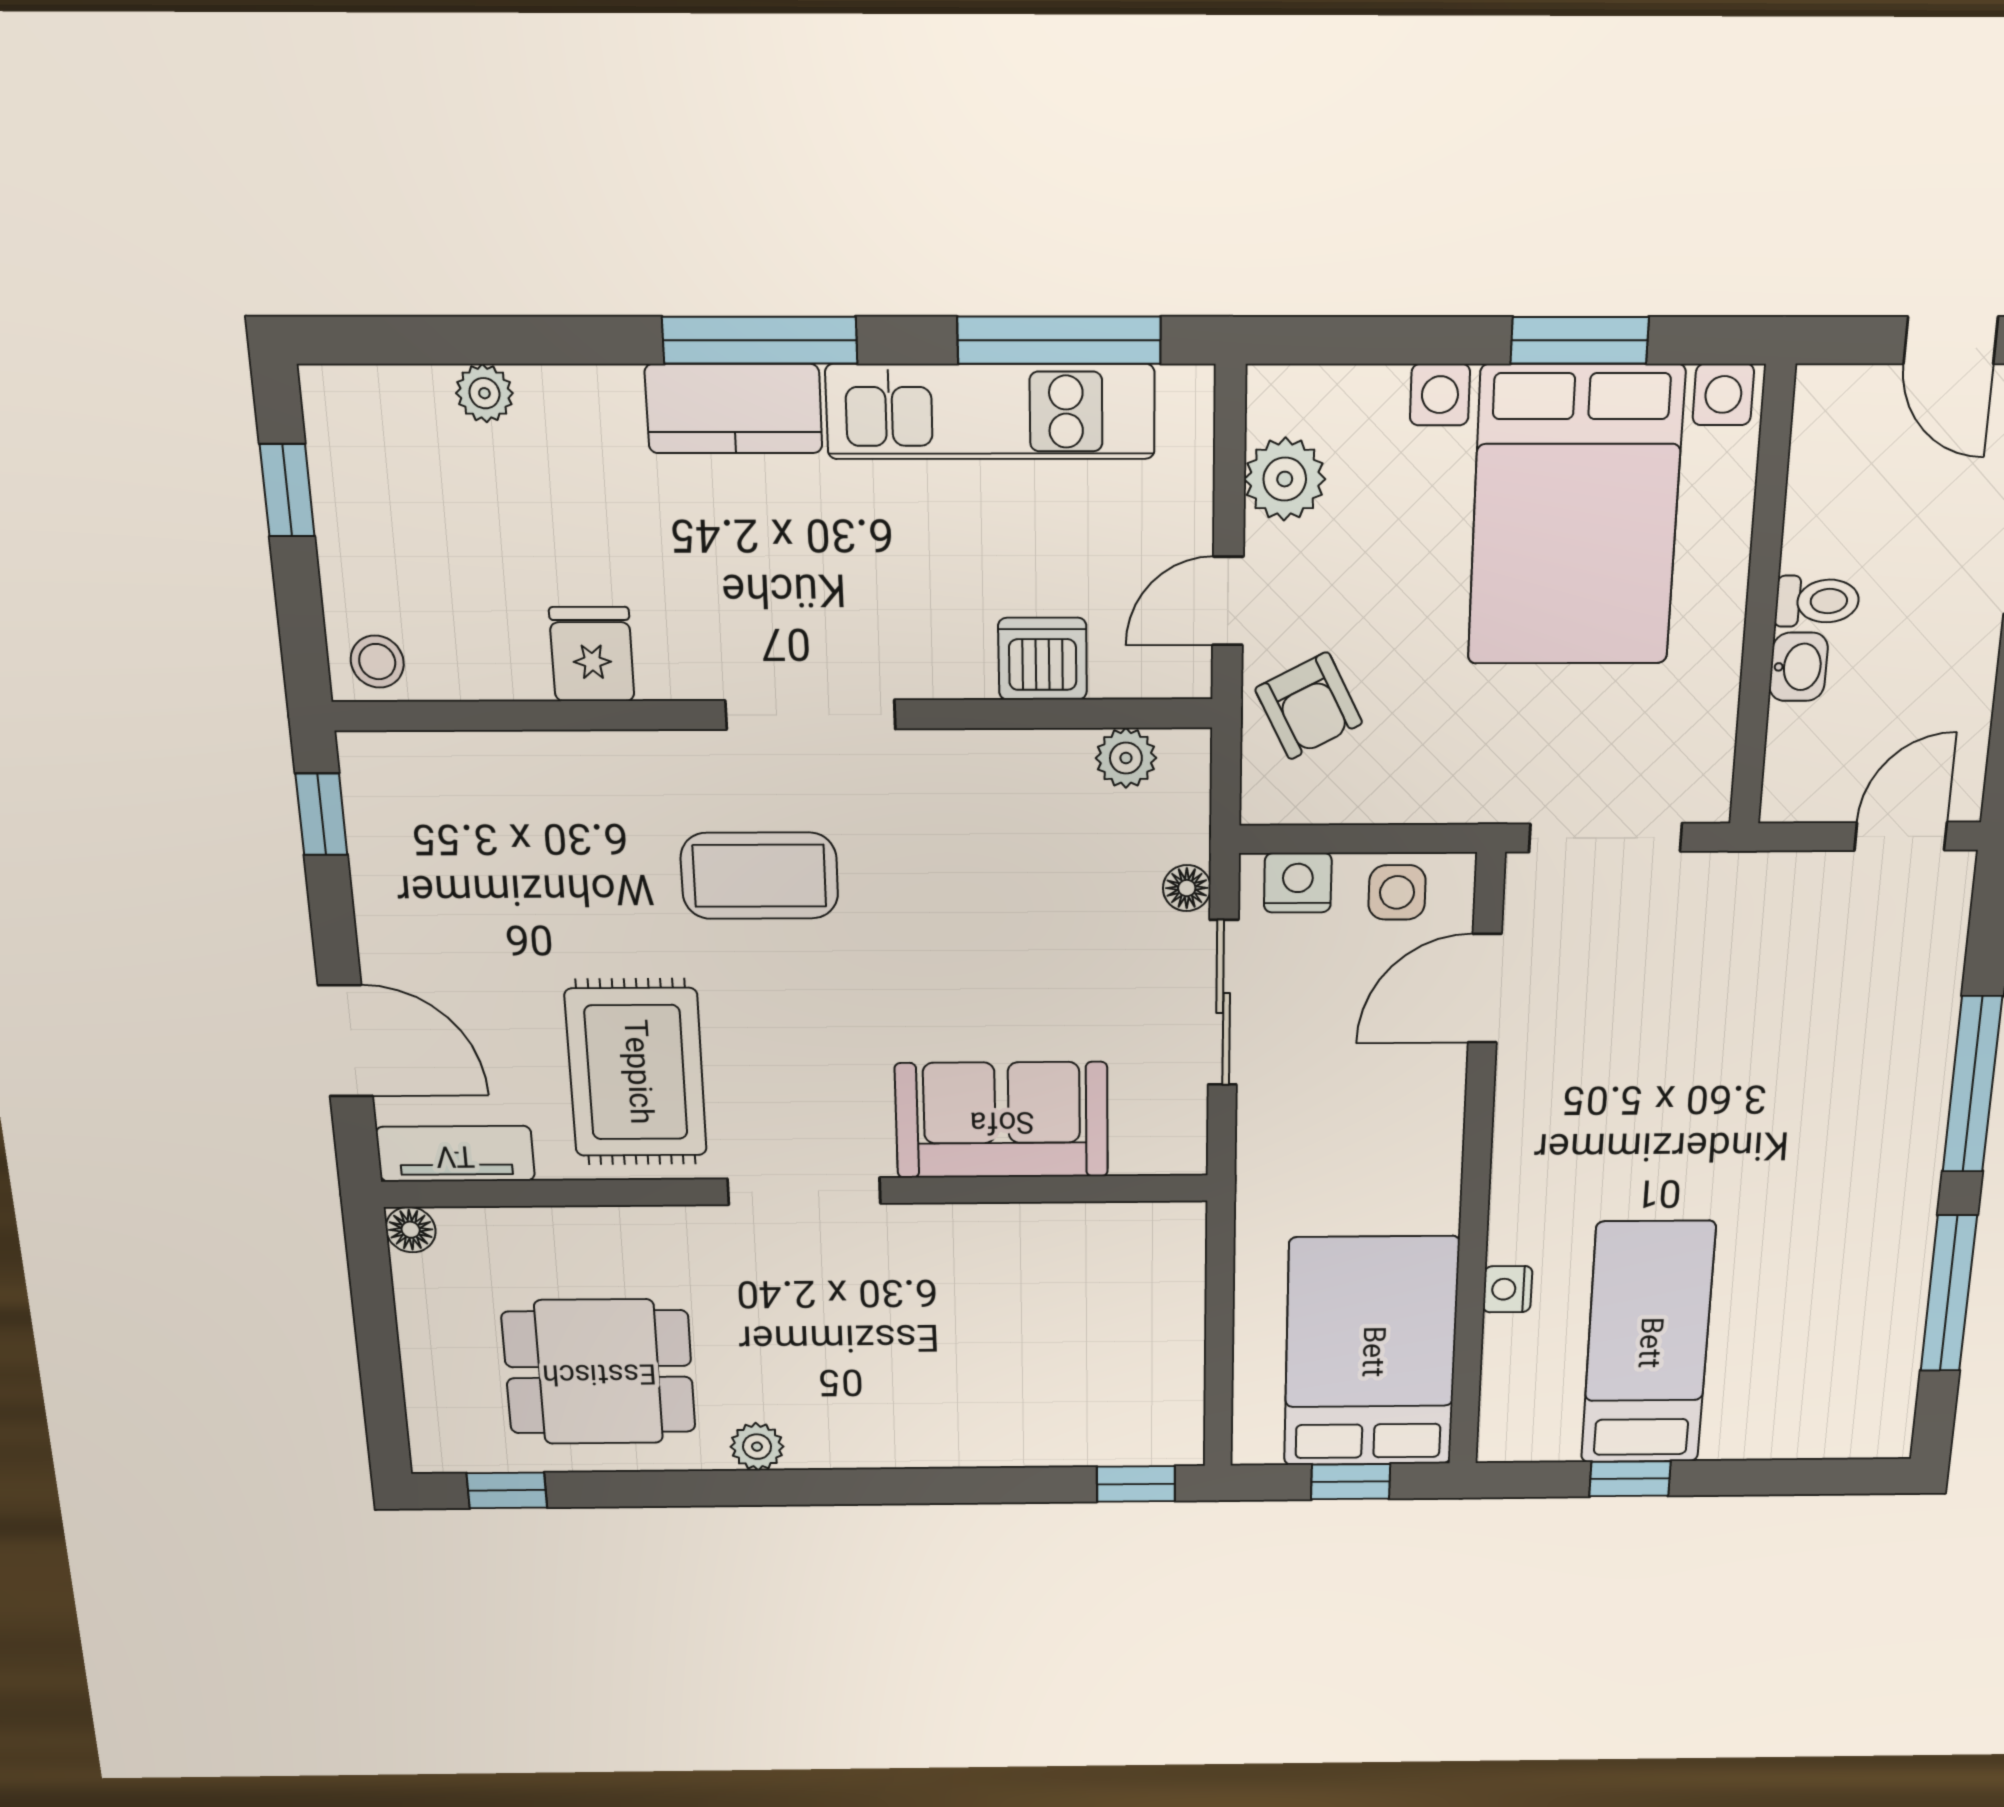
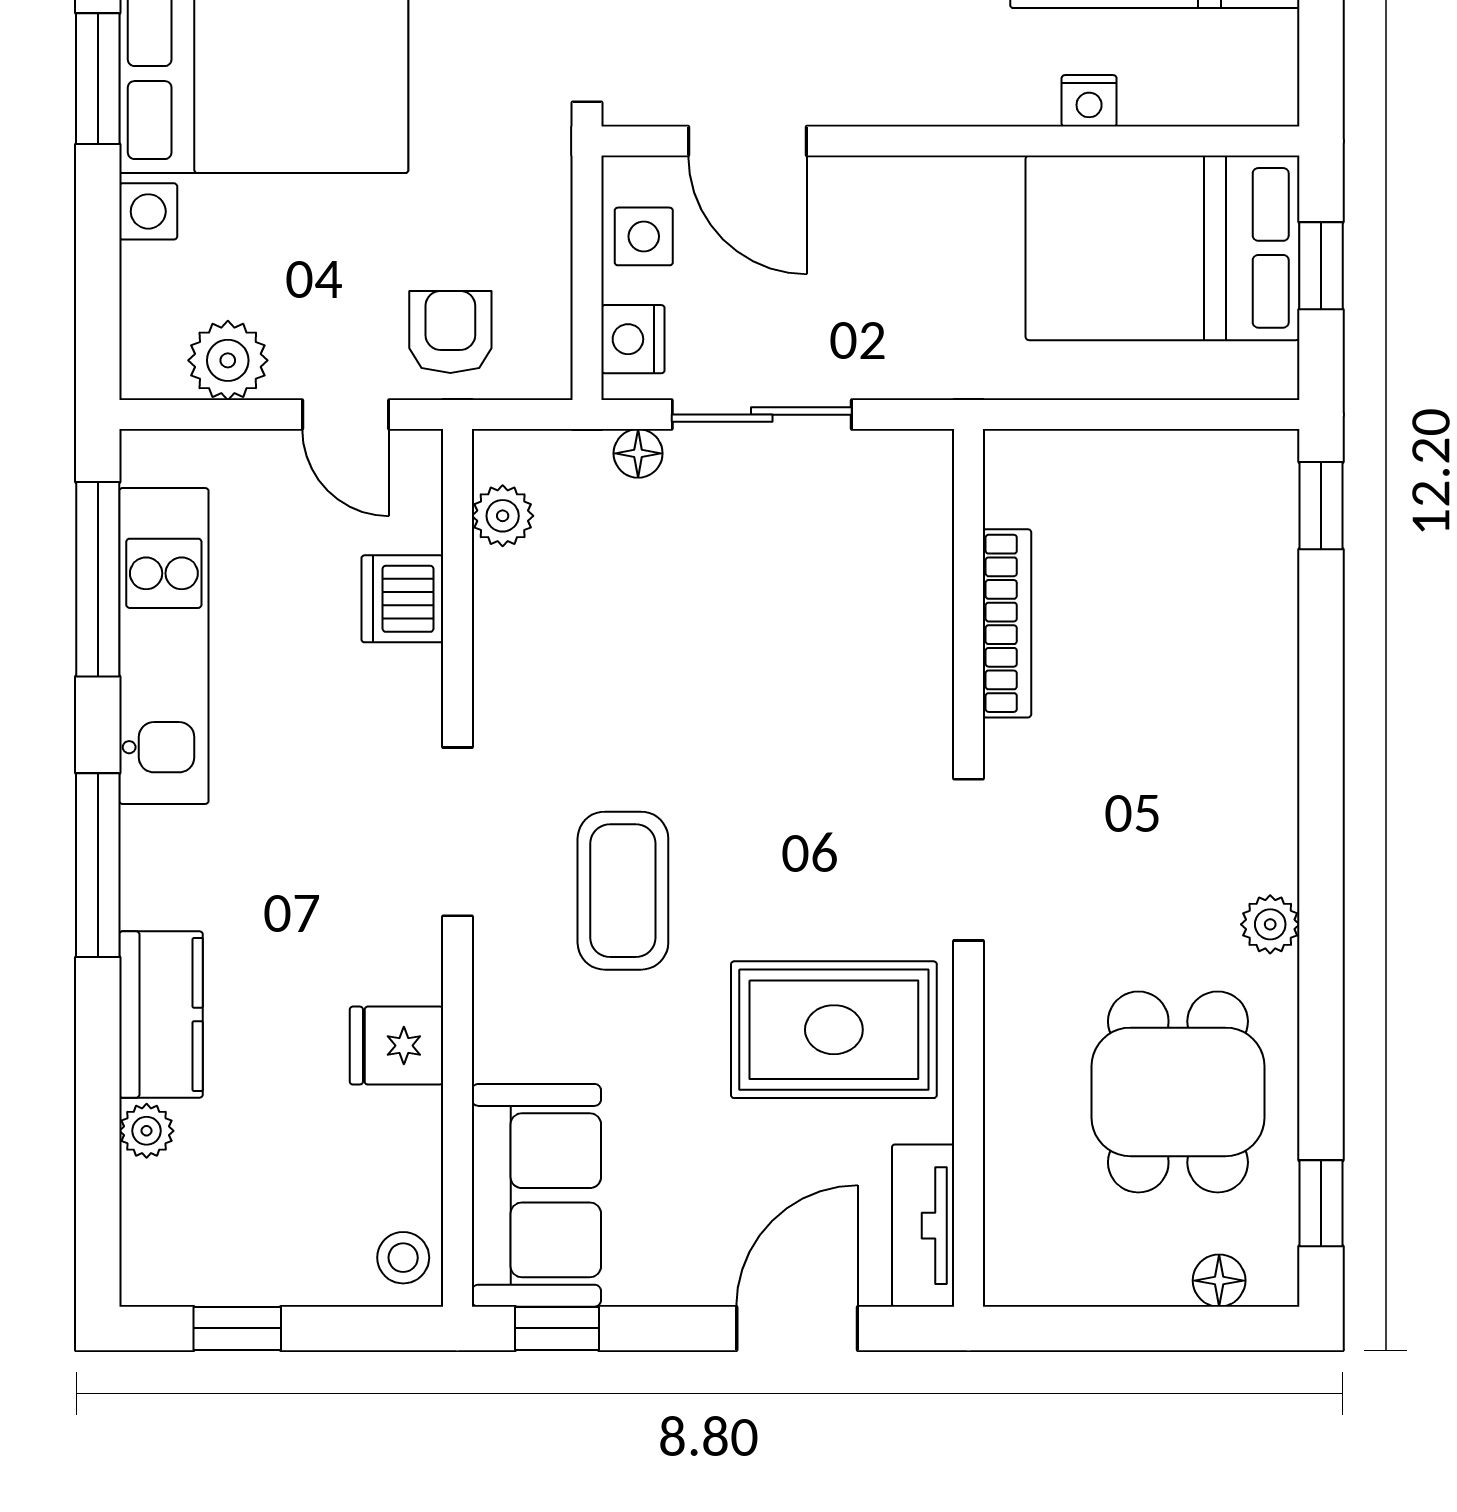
kitchen counter: (734, 409) -> (161, 1014), moved
armchair: (1309, 706) -> (450, 332), turned -63
sofa: (1002, 1120) -> (536, 1195), moved, turned 180
bookcase: (1026, 1223) -> (1007, 623), added
floor lamp: (411, 1230) -> (1219, 1281), moved

